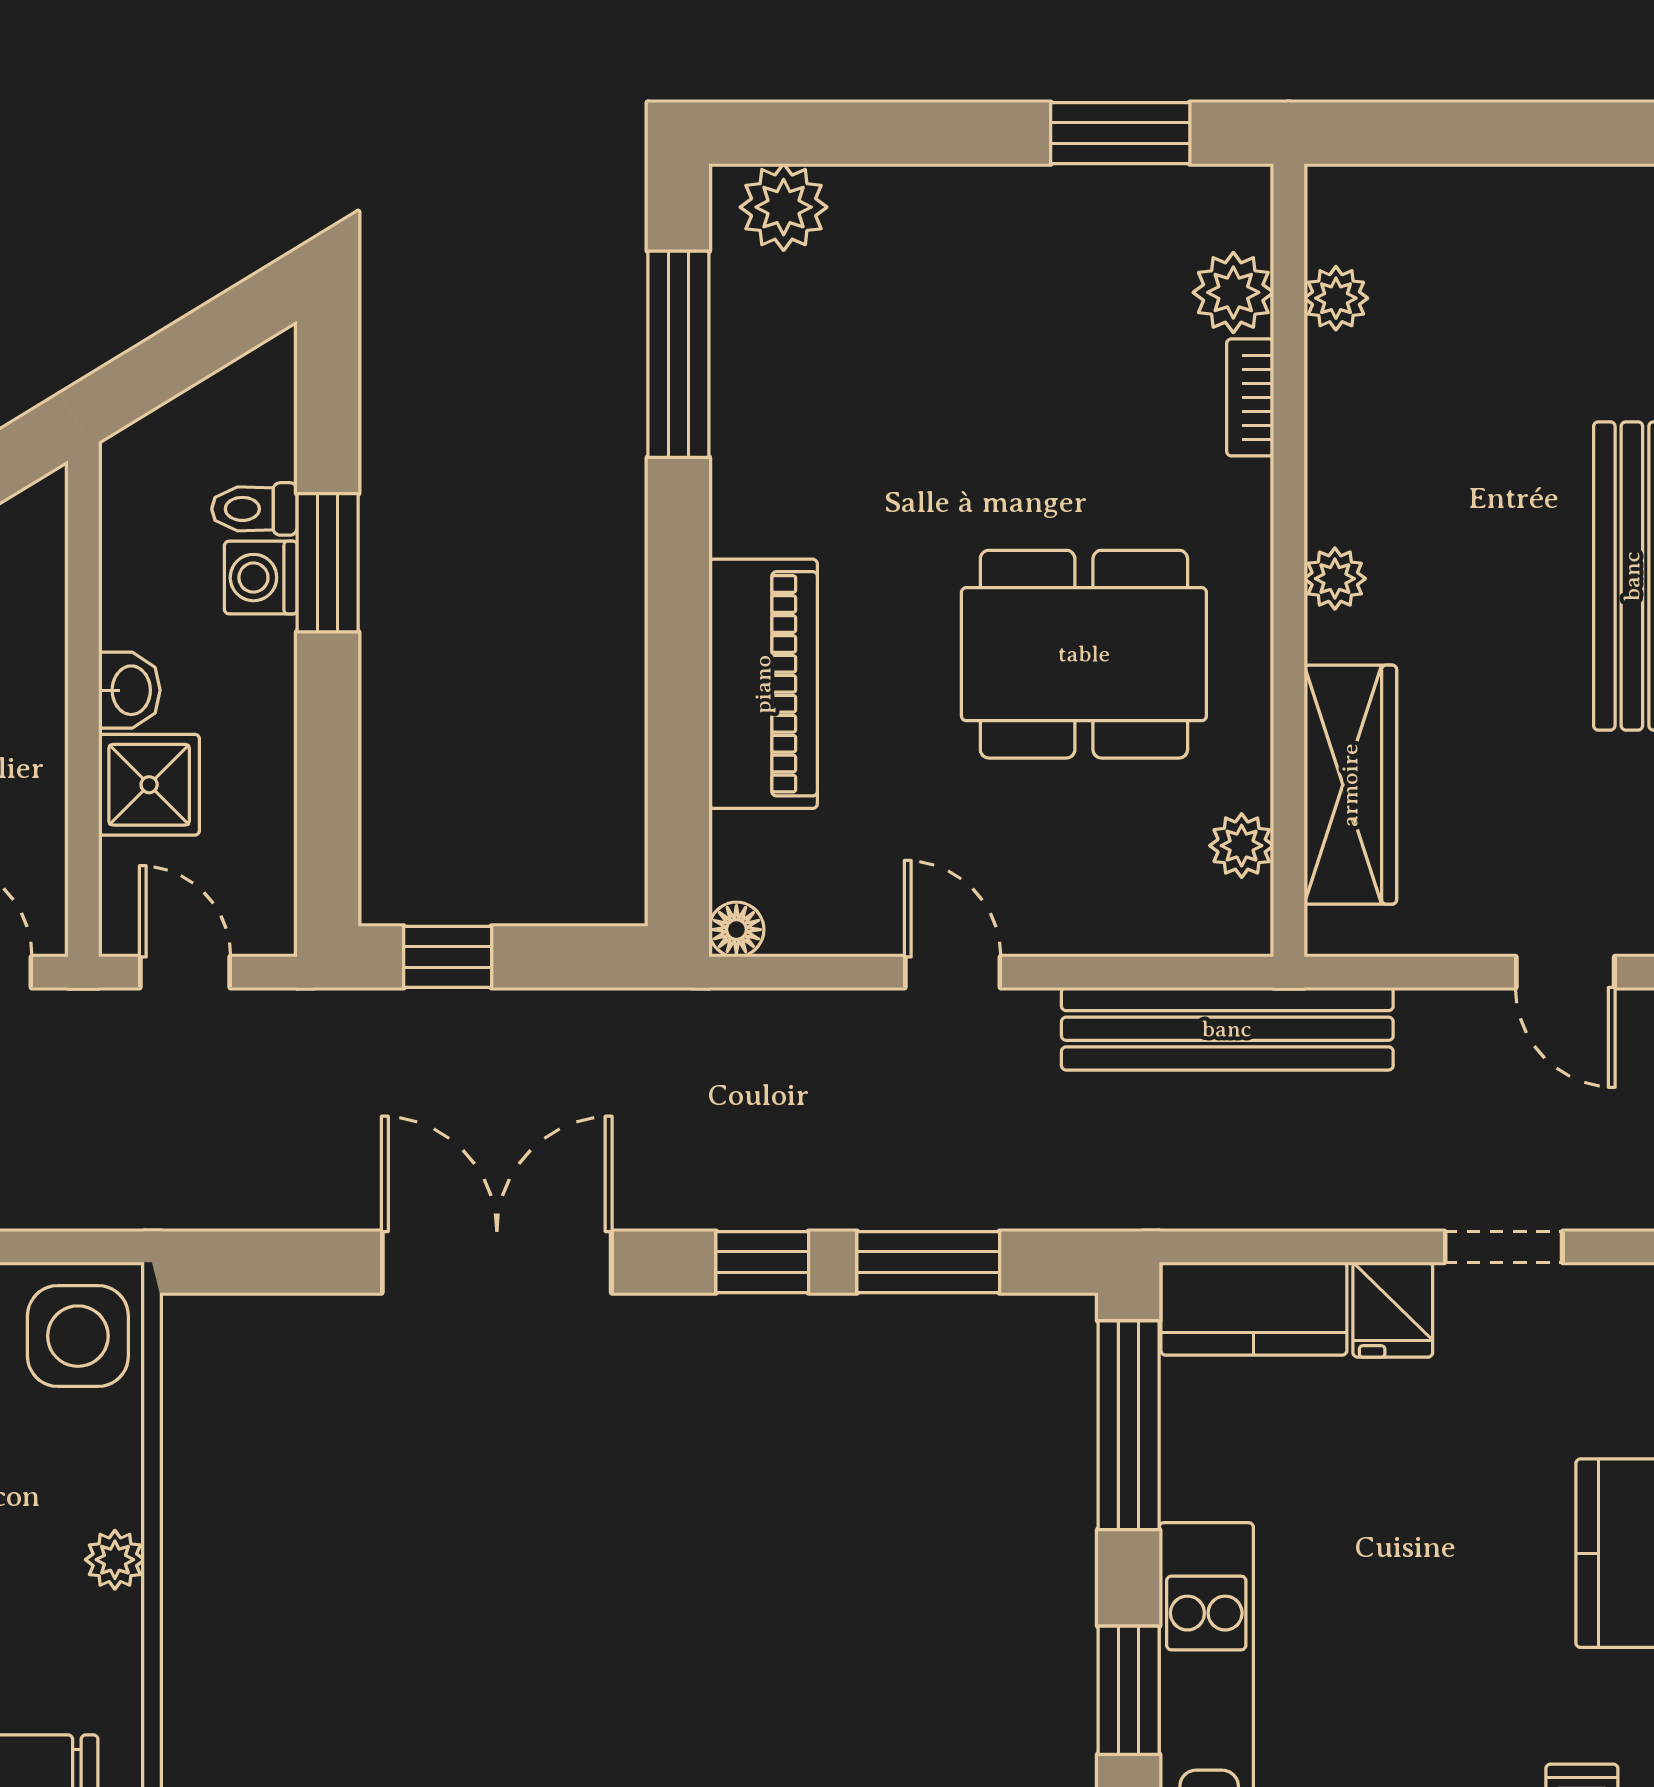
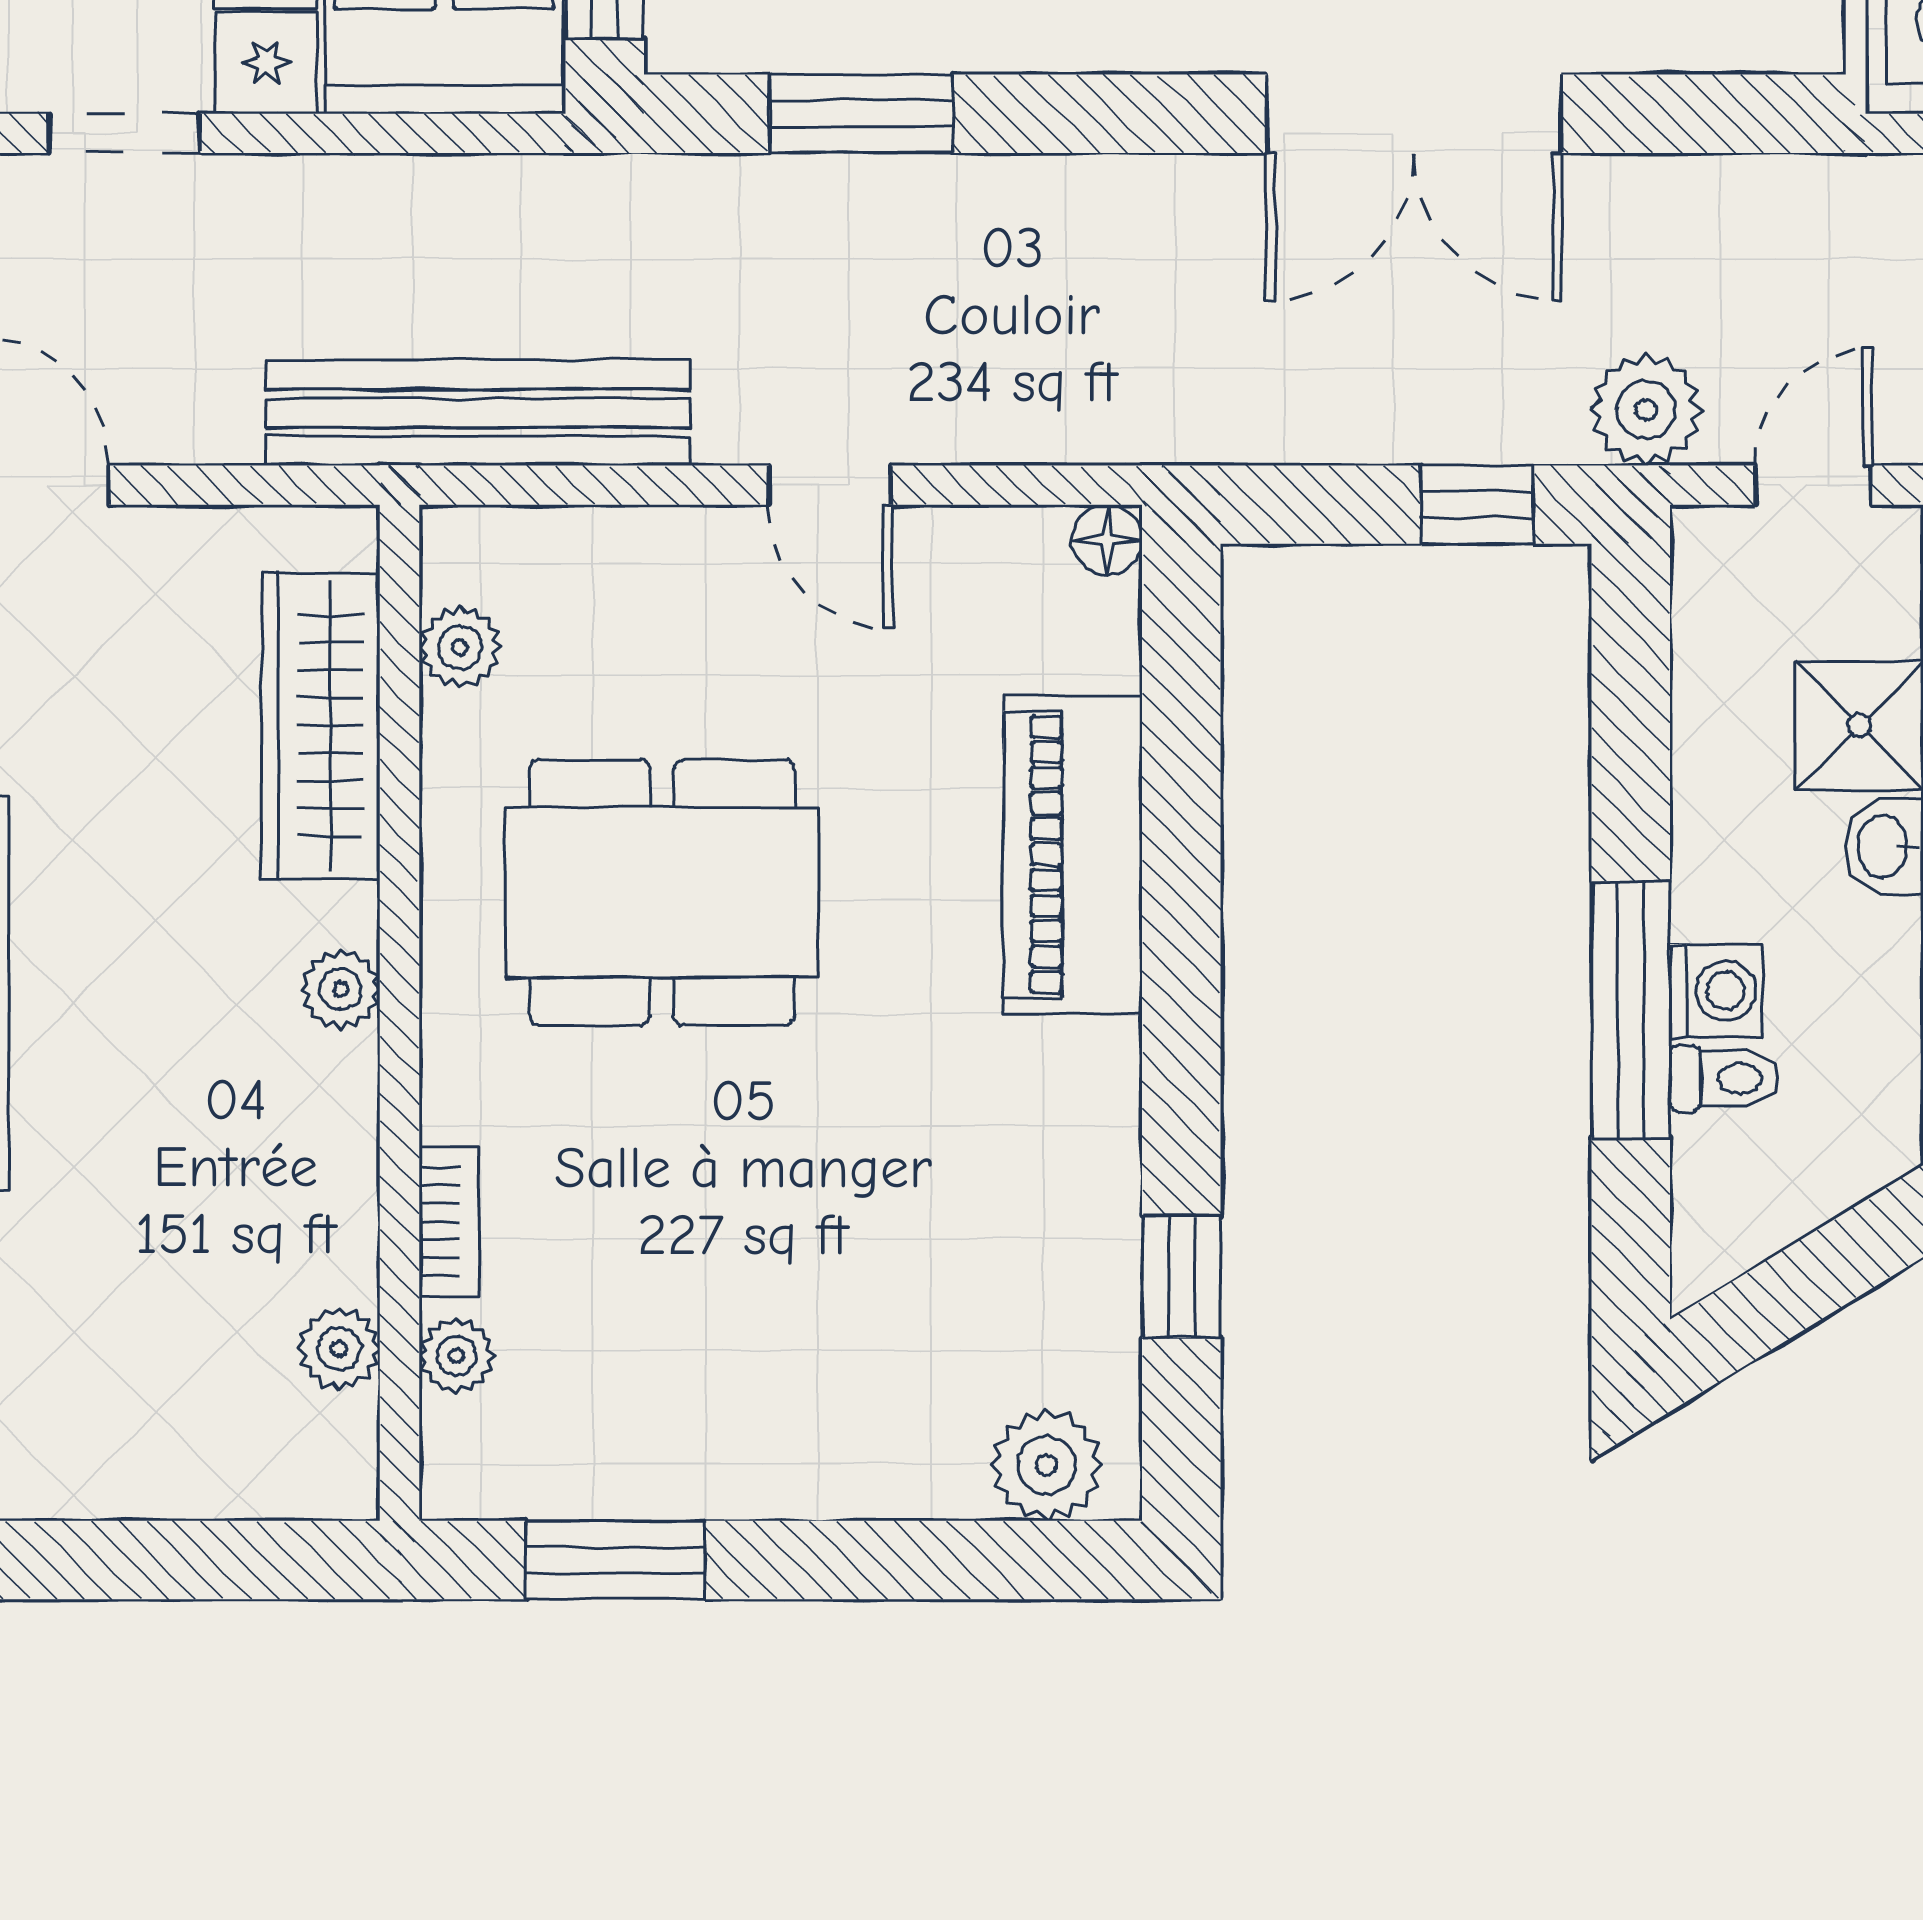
plant: (1233, 292) -> (457, 1356), width x0.73, depth x0.73
window: (678, 354) -> (1181, 1277), width x0.46
window: (328, 563) -> (1631, 1010), width x1.44
door: (185, 972) -> (1813, 485), swing flipped
plant: (316, 1031) -> (1646, 410), added
window: (762, 1262) -> (1074, 114), removed

